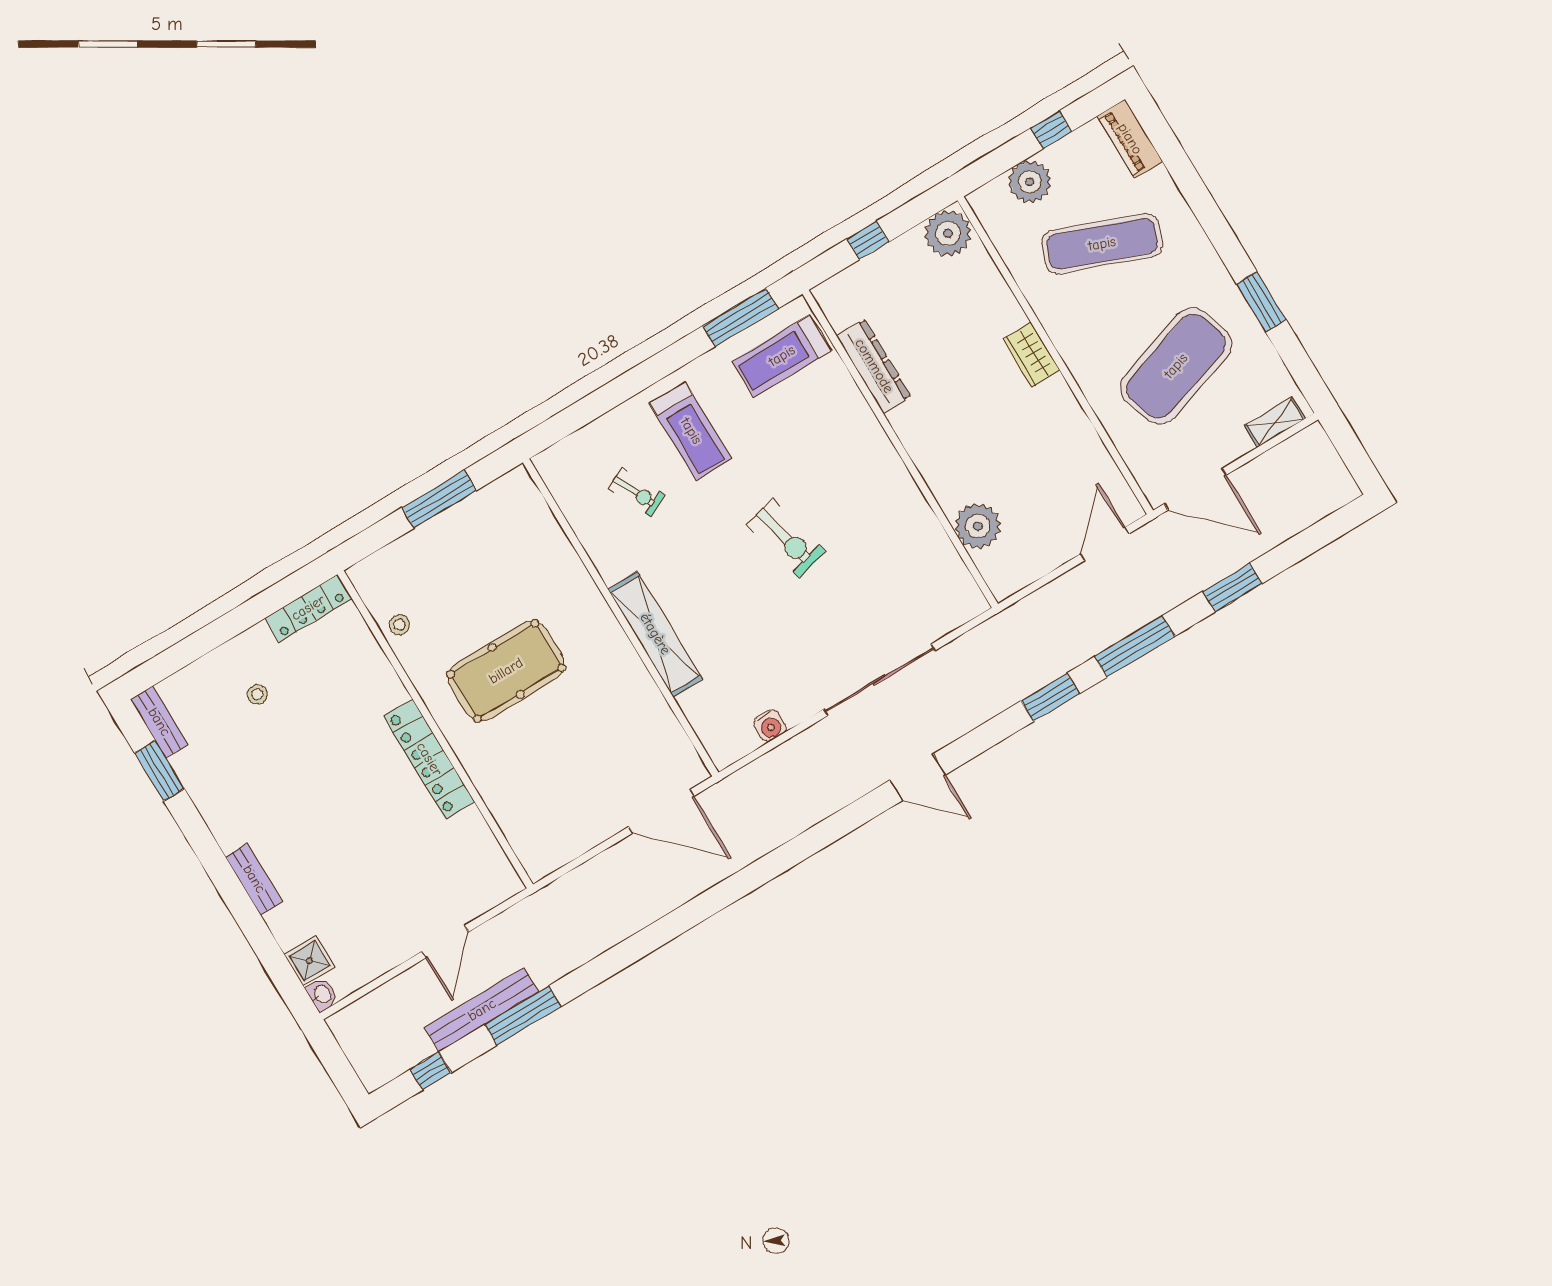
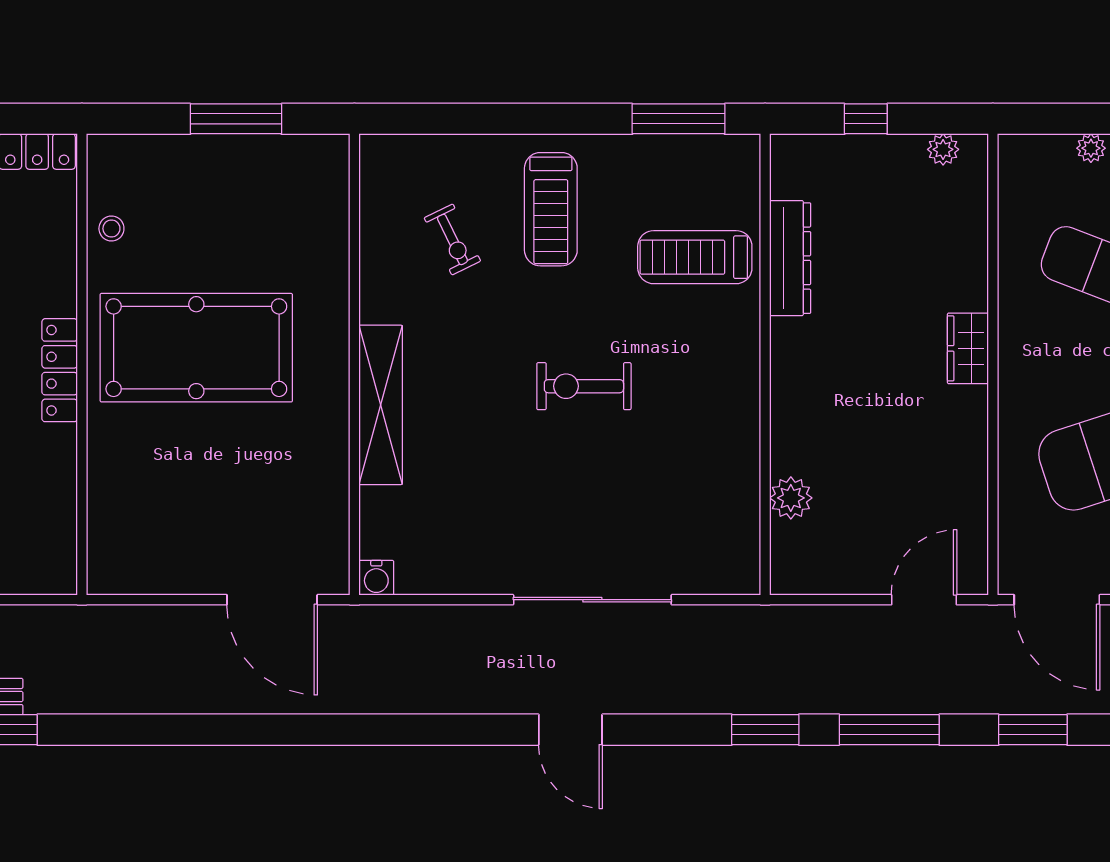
plant: (1030, 182) -> (1091, 148), width x0.53, depth x0.53
plant: (948, 233) -> (943, 149), width x0.53, depth x0.53
treadmill: (782, 356) -> (695, 257), moved
plant: (978, 526) -> (791, 498), width x0.73, depth x0.73
exercise bike: (786, 538) -> (584, 386), turned 104
pool table: (506, 671) -> (196, 348), width x1.36, depth x1.32
water cooler: (770, 726) -> (376, 578), moved
locker: (429, 759) -> (60, 370), width x0.71, depth x0.83

